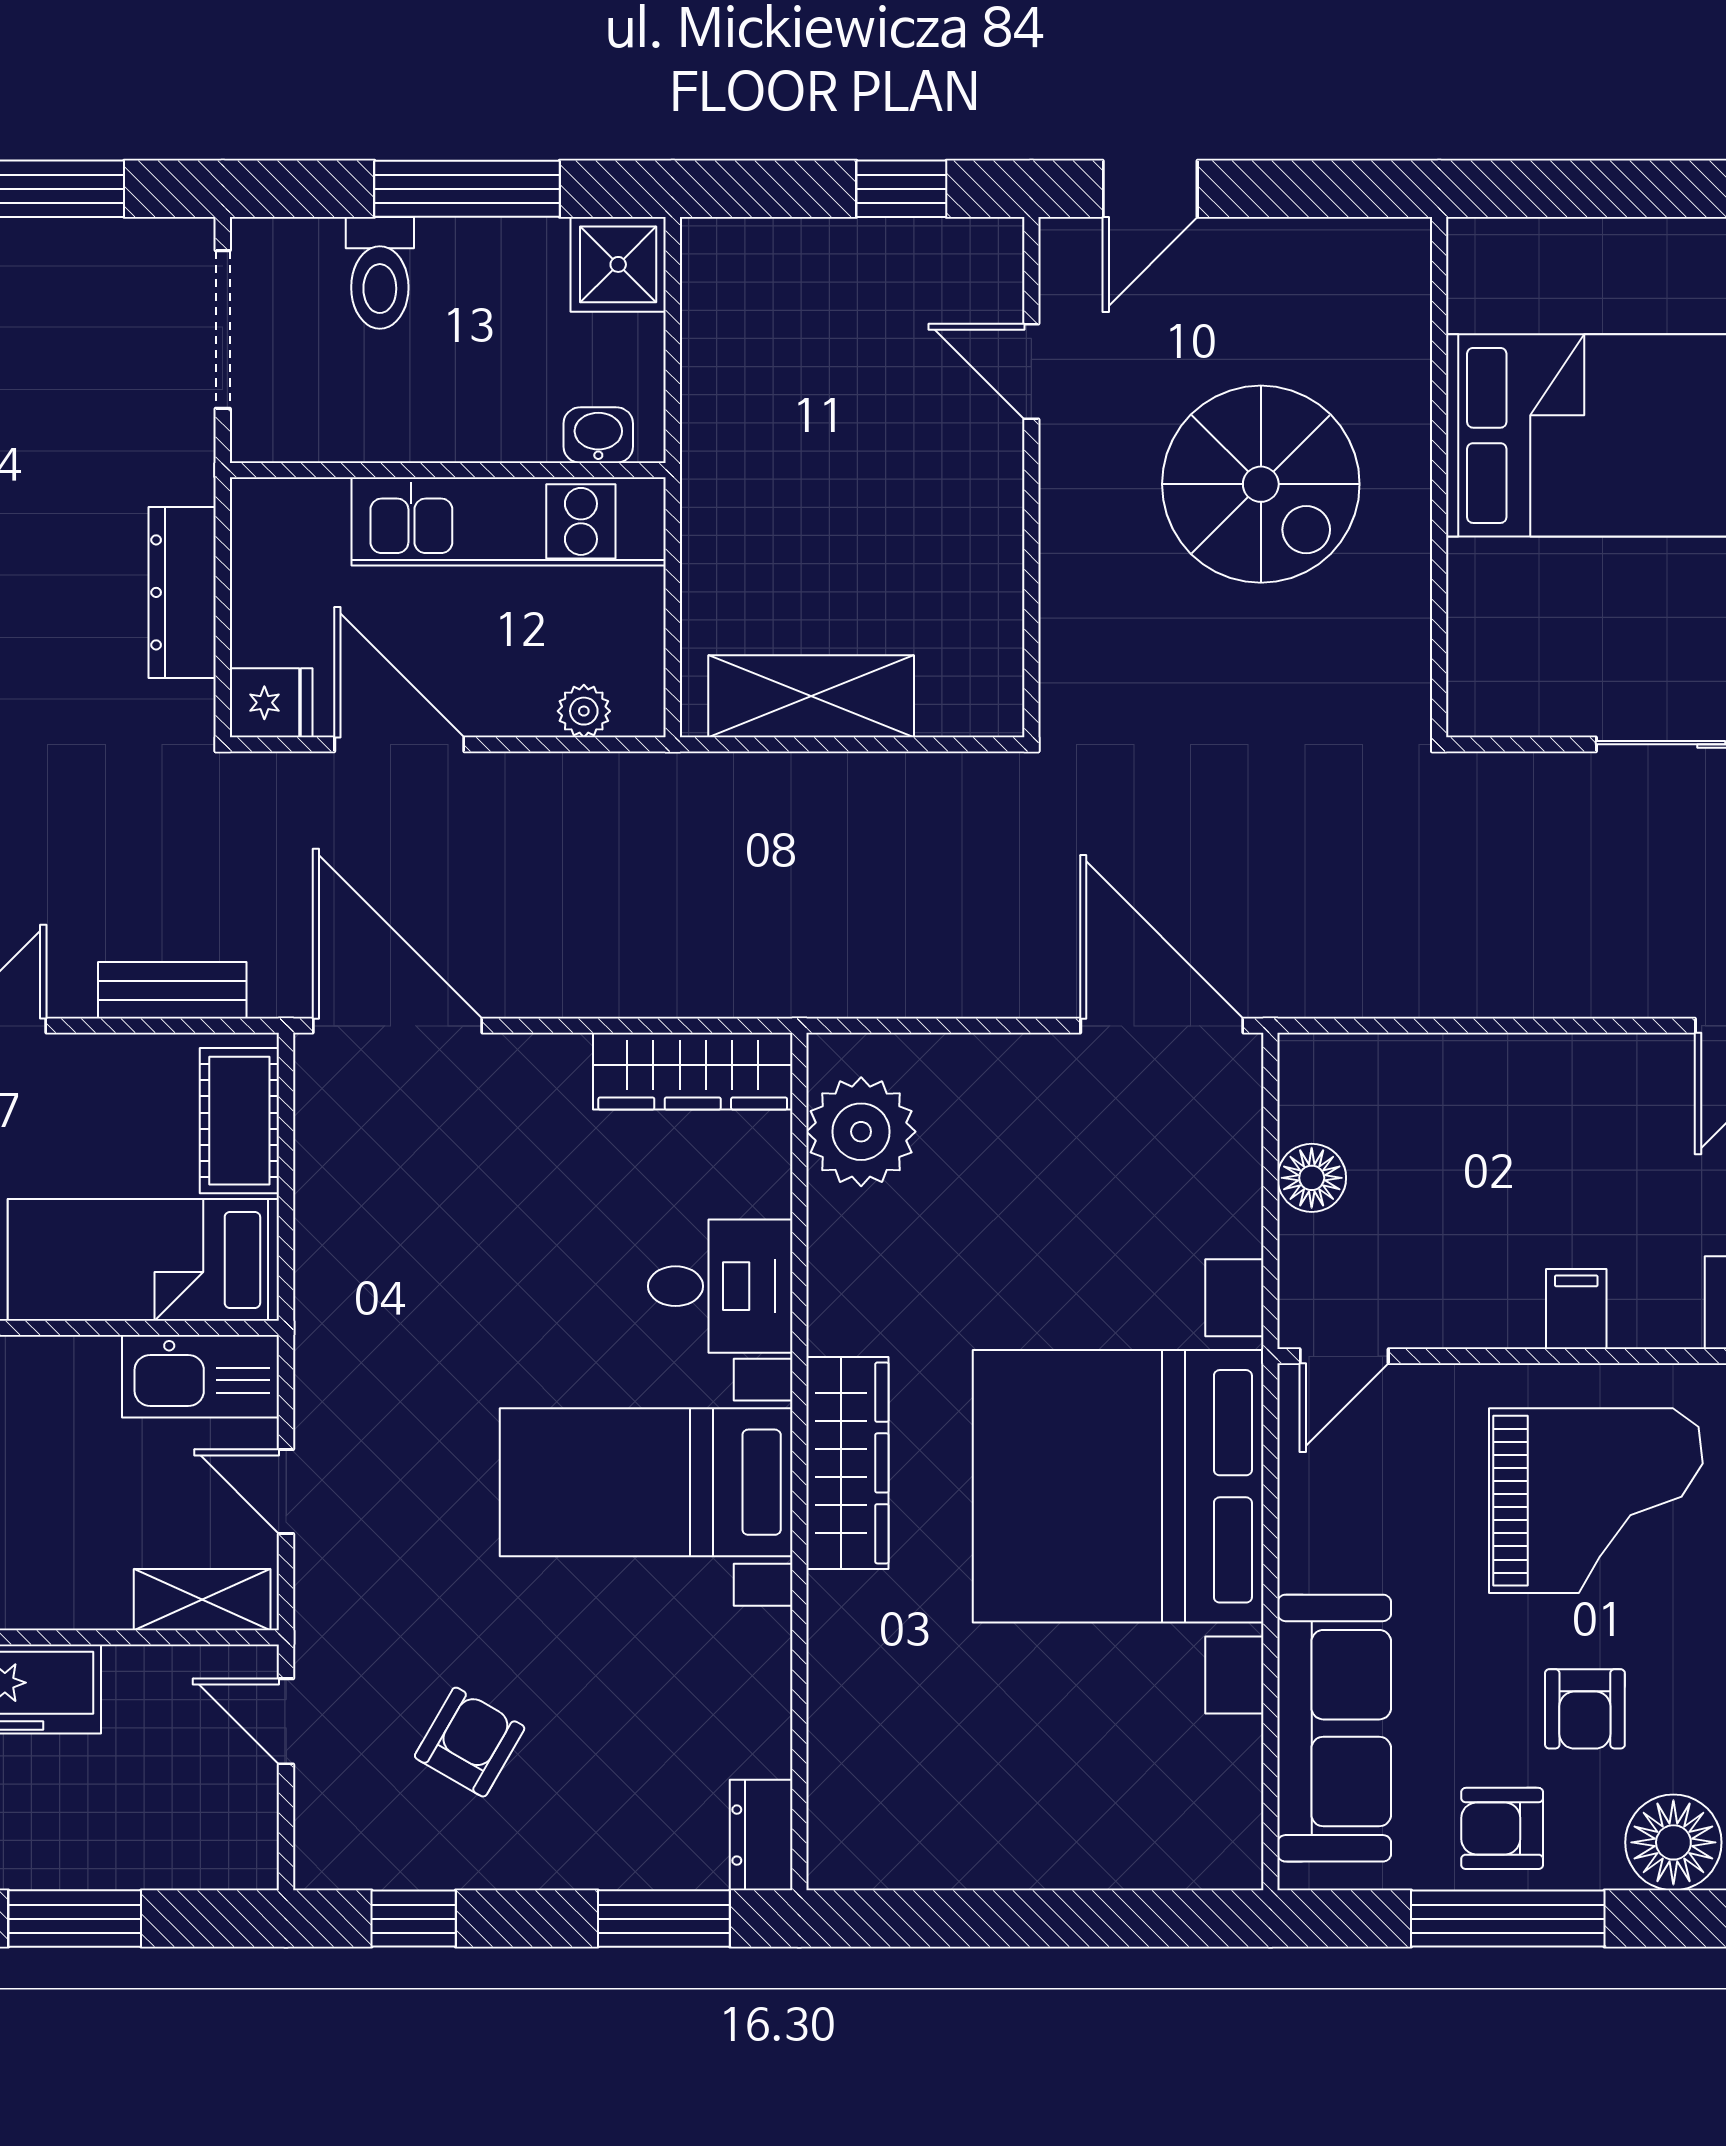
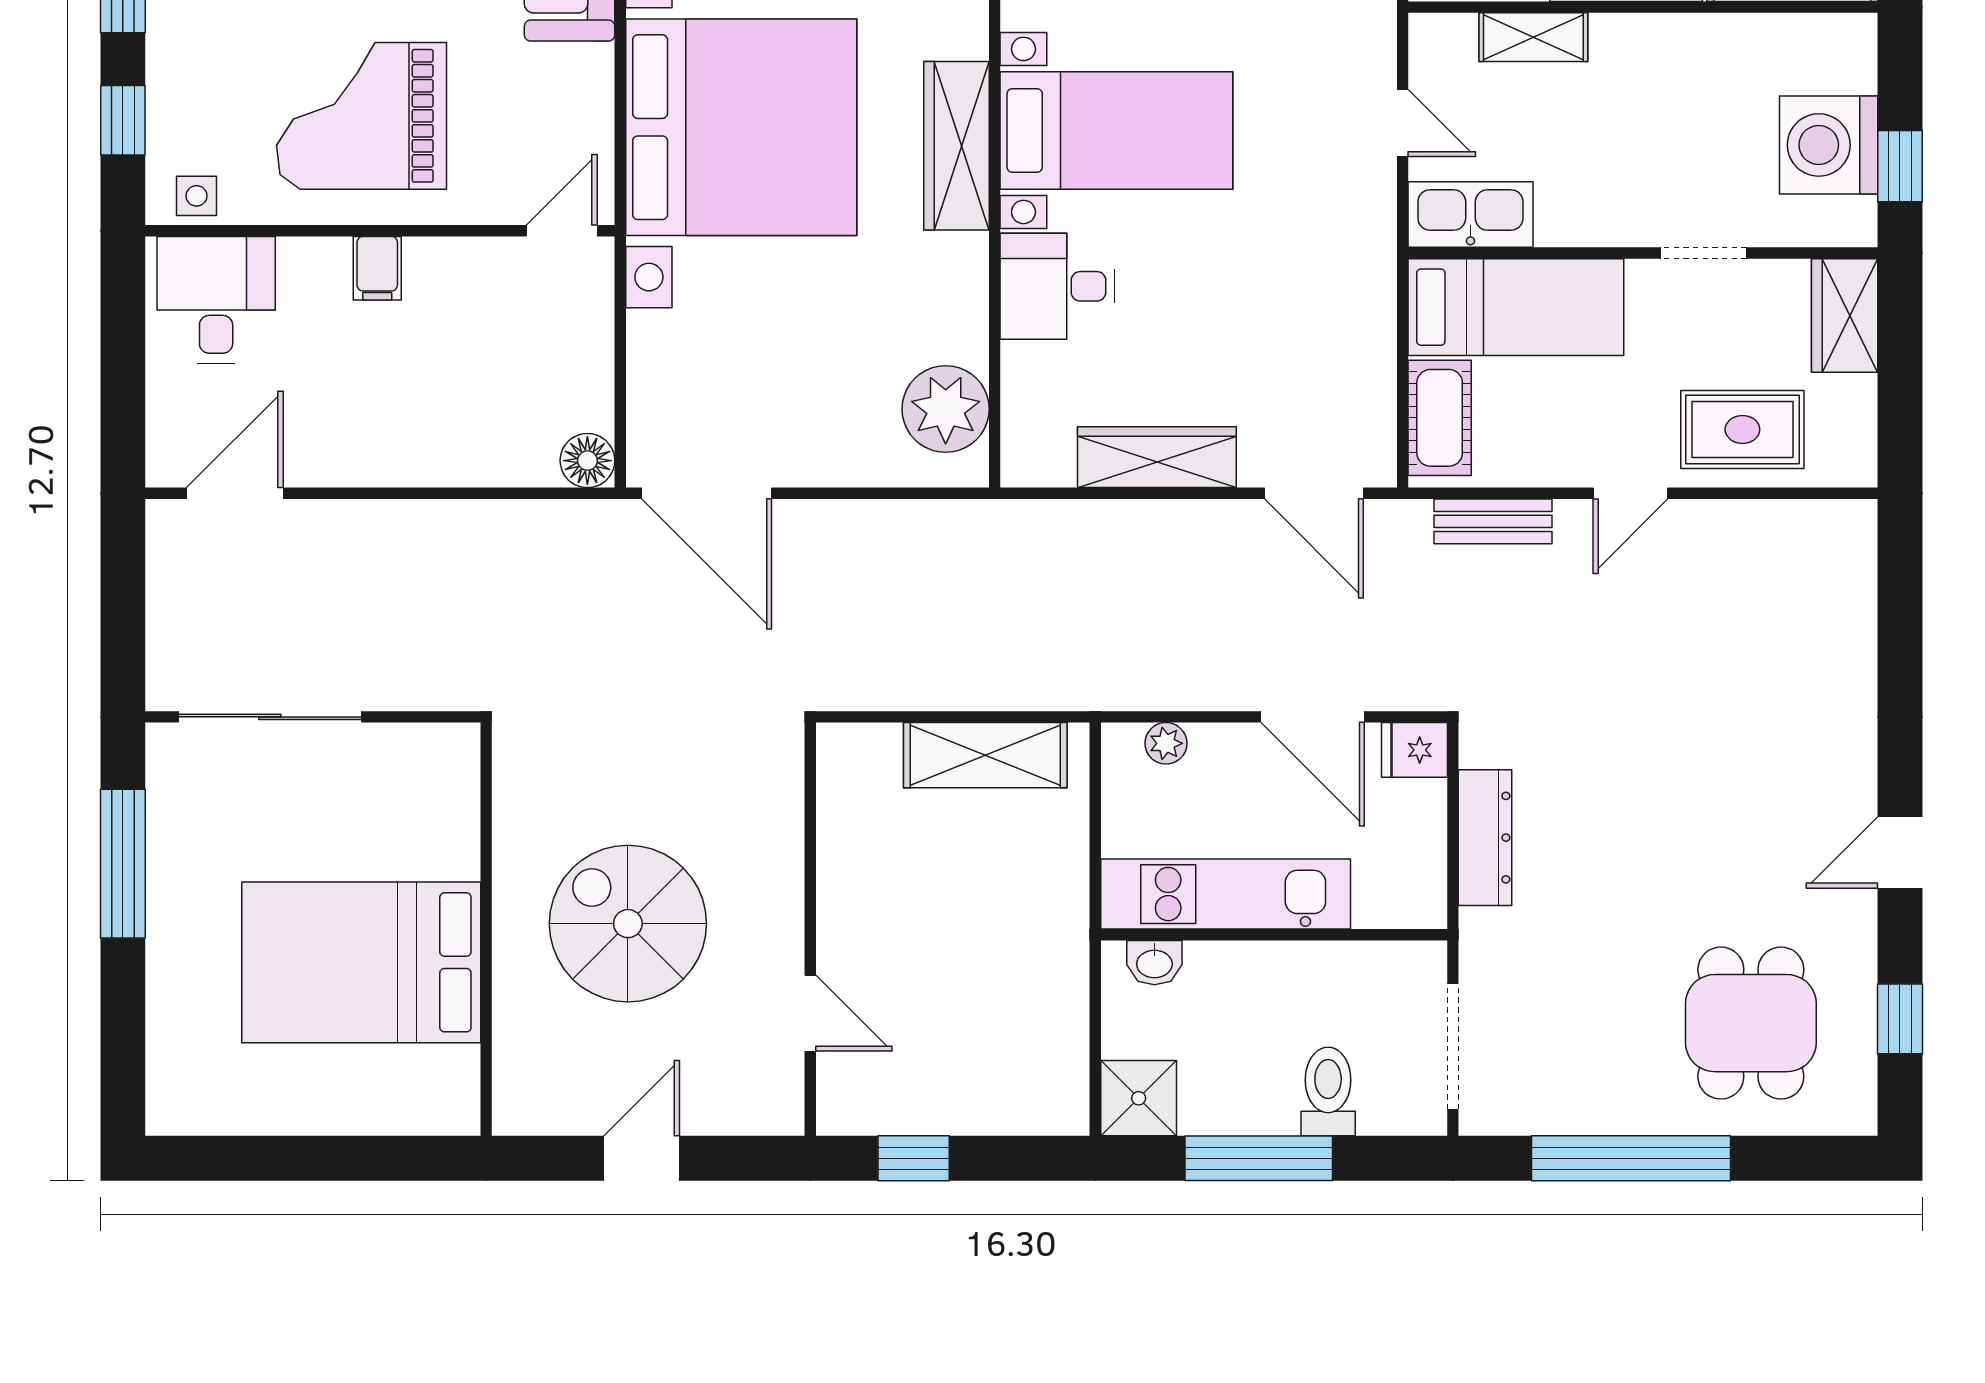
door: (1150, 189) -> (642, 1158), moved
door: (398, 1026) -> (1314, 493), width x0.73
wardrobe: (693, 1071) -> (1157, 457), moved
floor lamp: (1312, 1178) -> (587, 461), moved
shelving: (202, 1600) -> (1533, 37), moved

